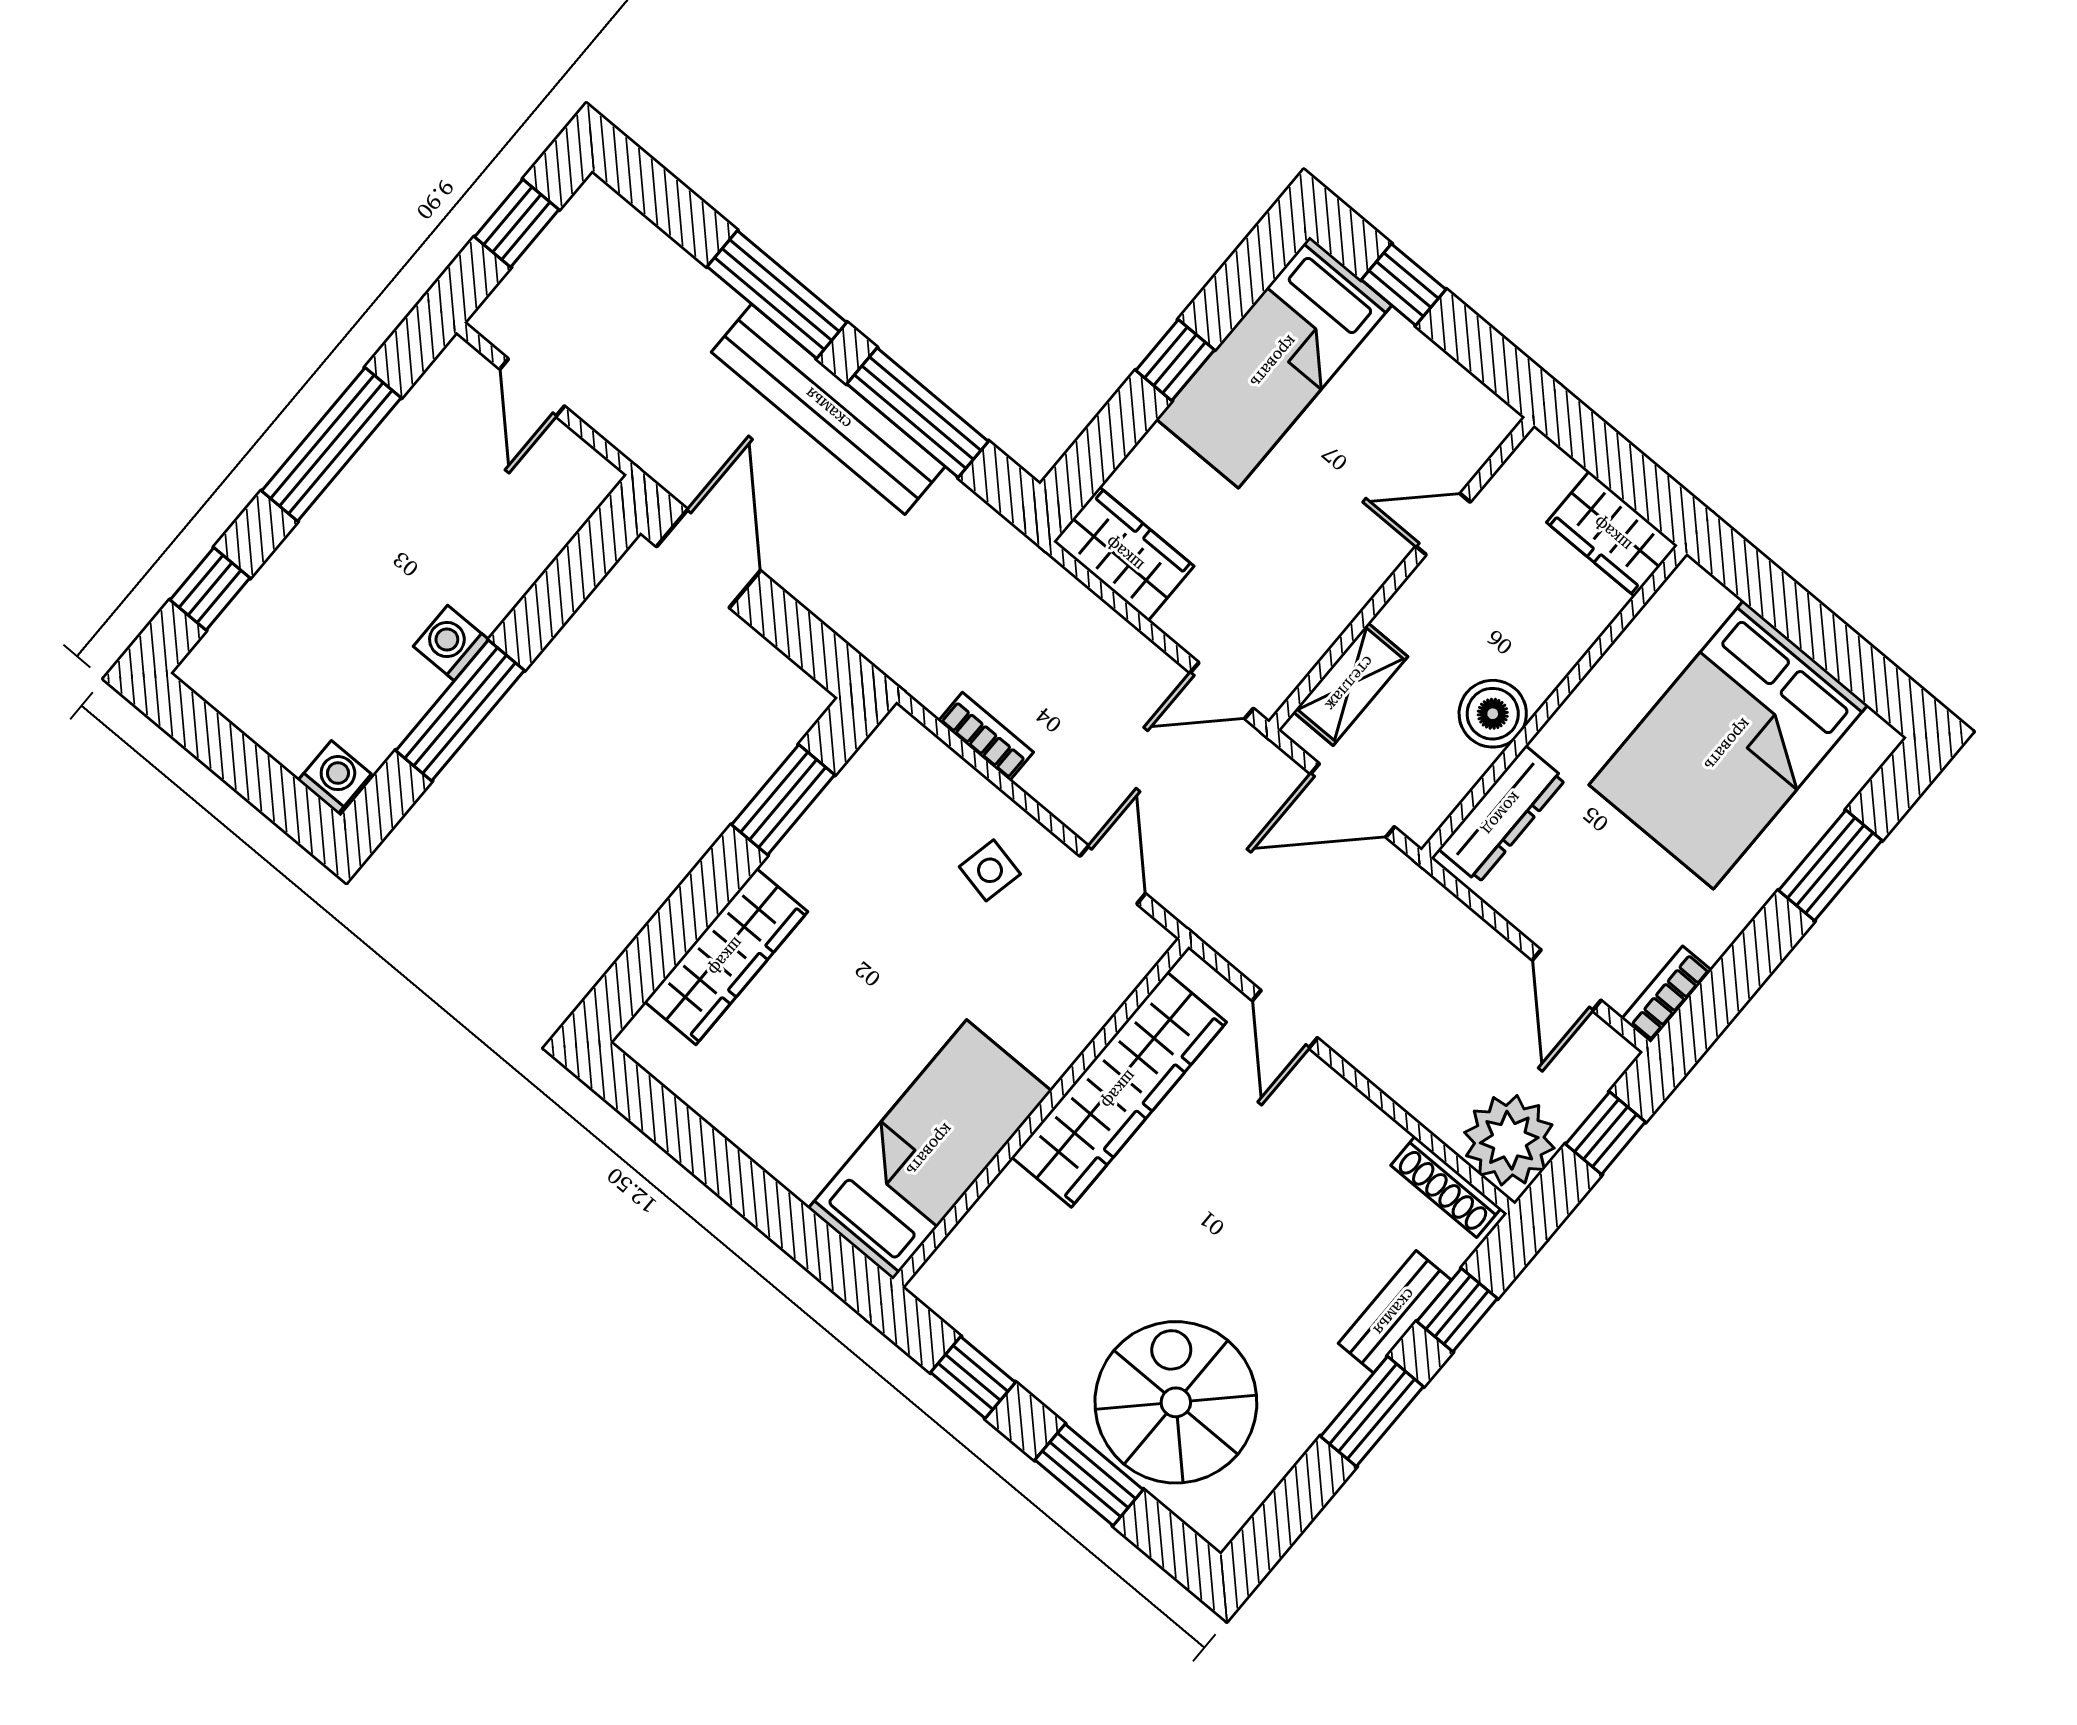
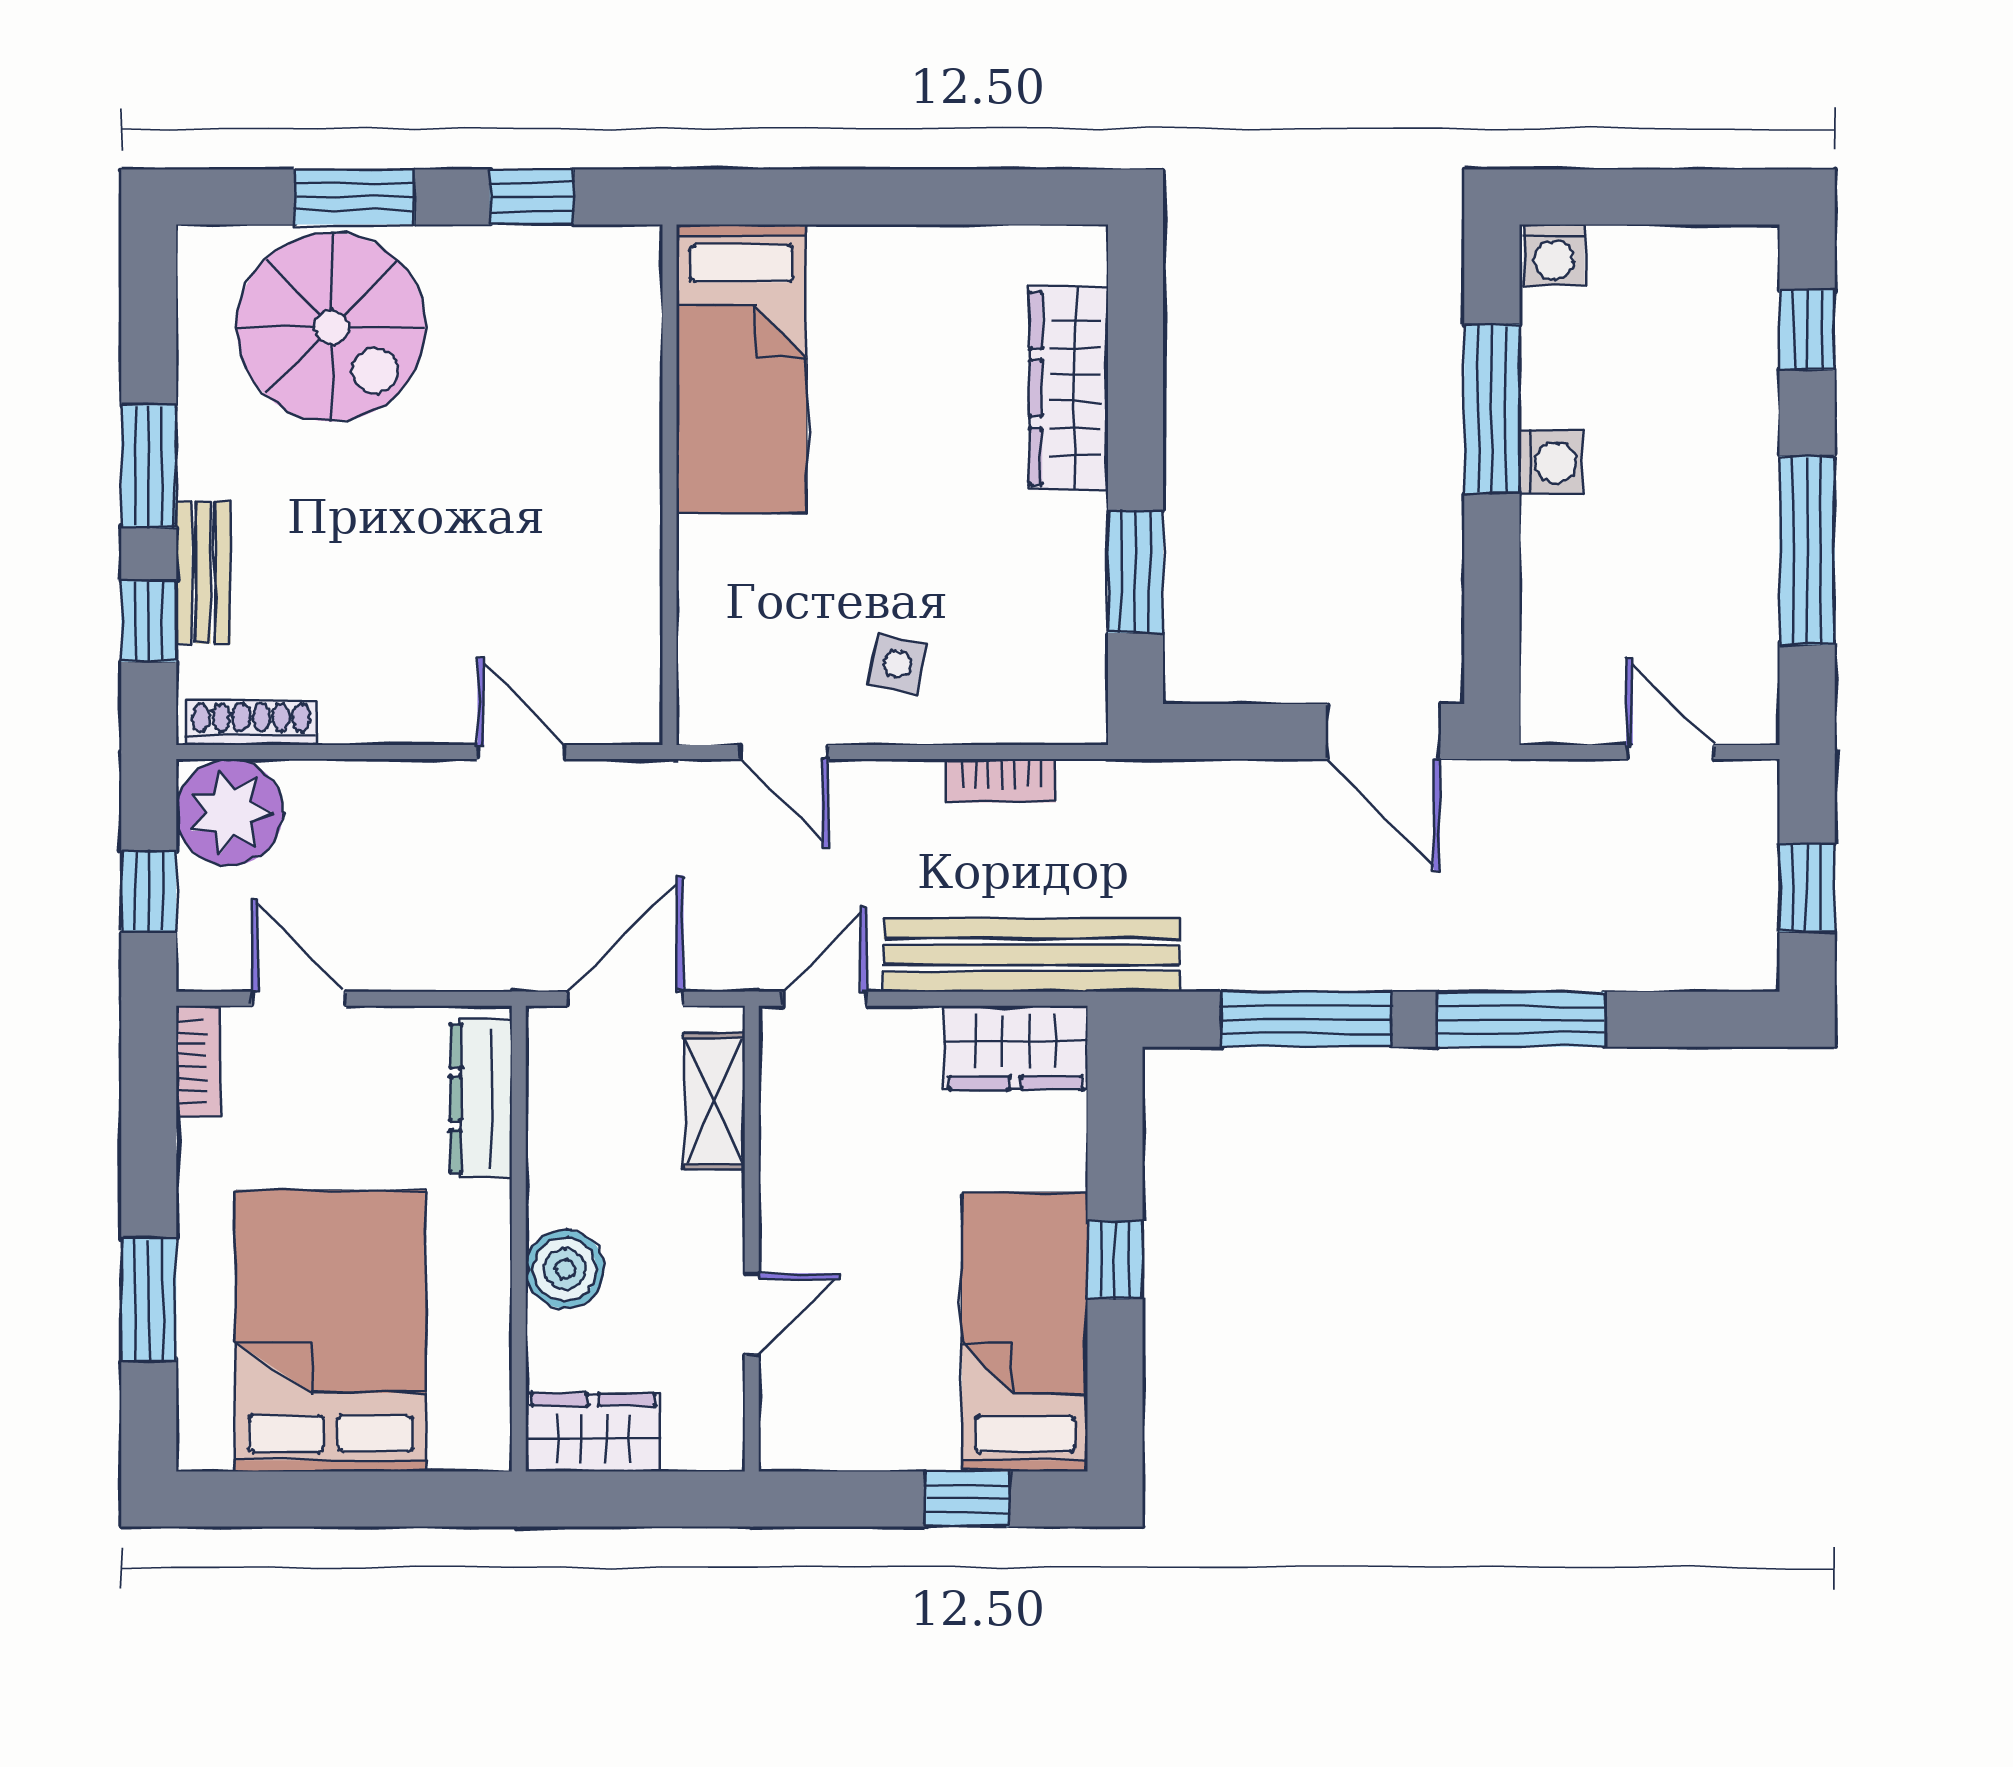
bench: (828, 409) -> (1031, 955), moved
boiler: (1493, 714) -> (565, 1269), moved
wardrobe: (1119, 1090) -> (617, 564), removed

